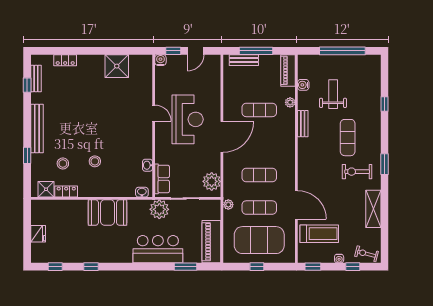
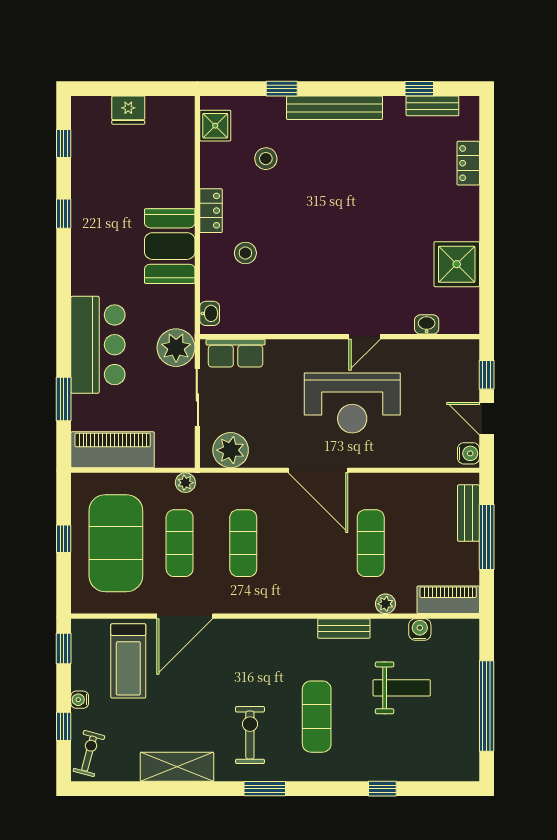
water cooler: (160, 60) -> (468, 453), moved
exercise mat: (348, 138) -> (317, 717), turned 90
stool: (95, 161) -> (245, 253), moved
washbasin: (148, 165) -> (427, 324), moved
locker: (66, 192) -> (211, 211), moved

